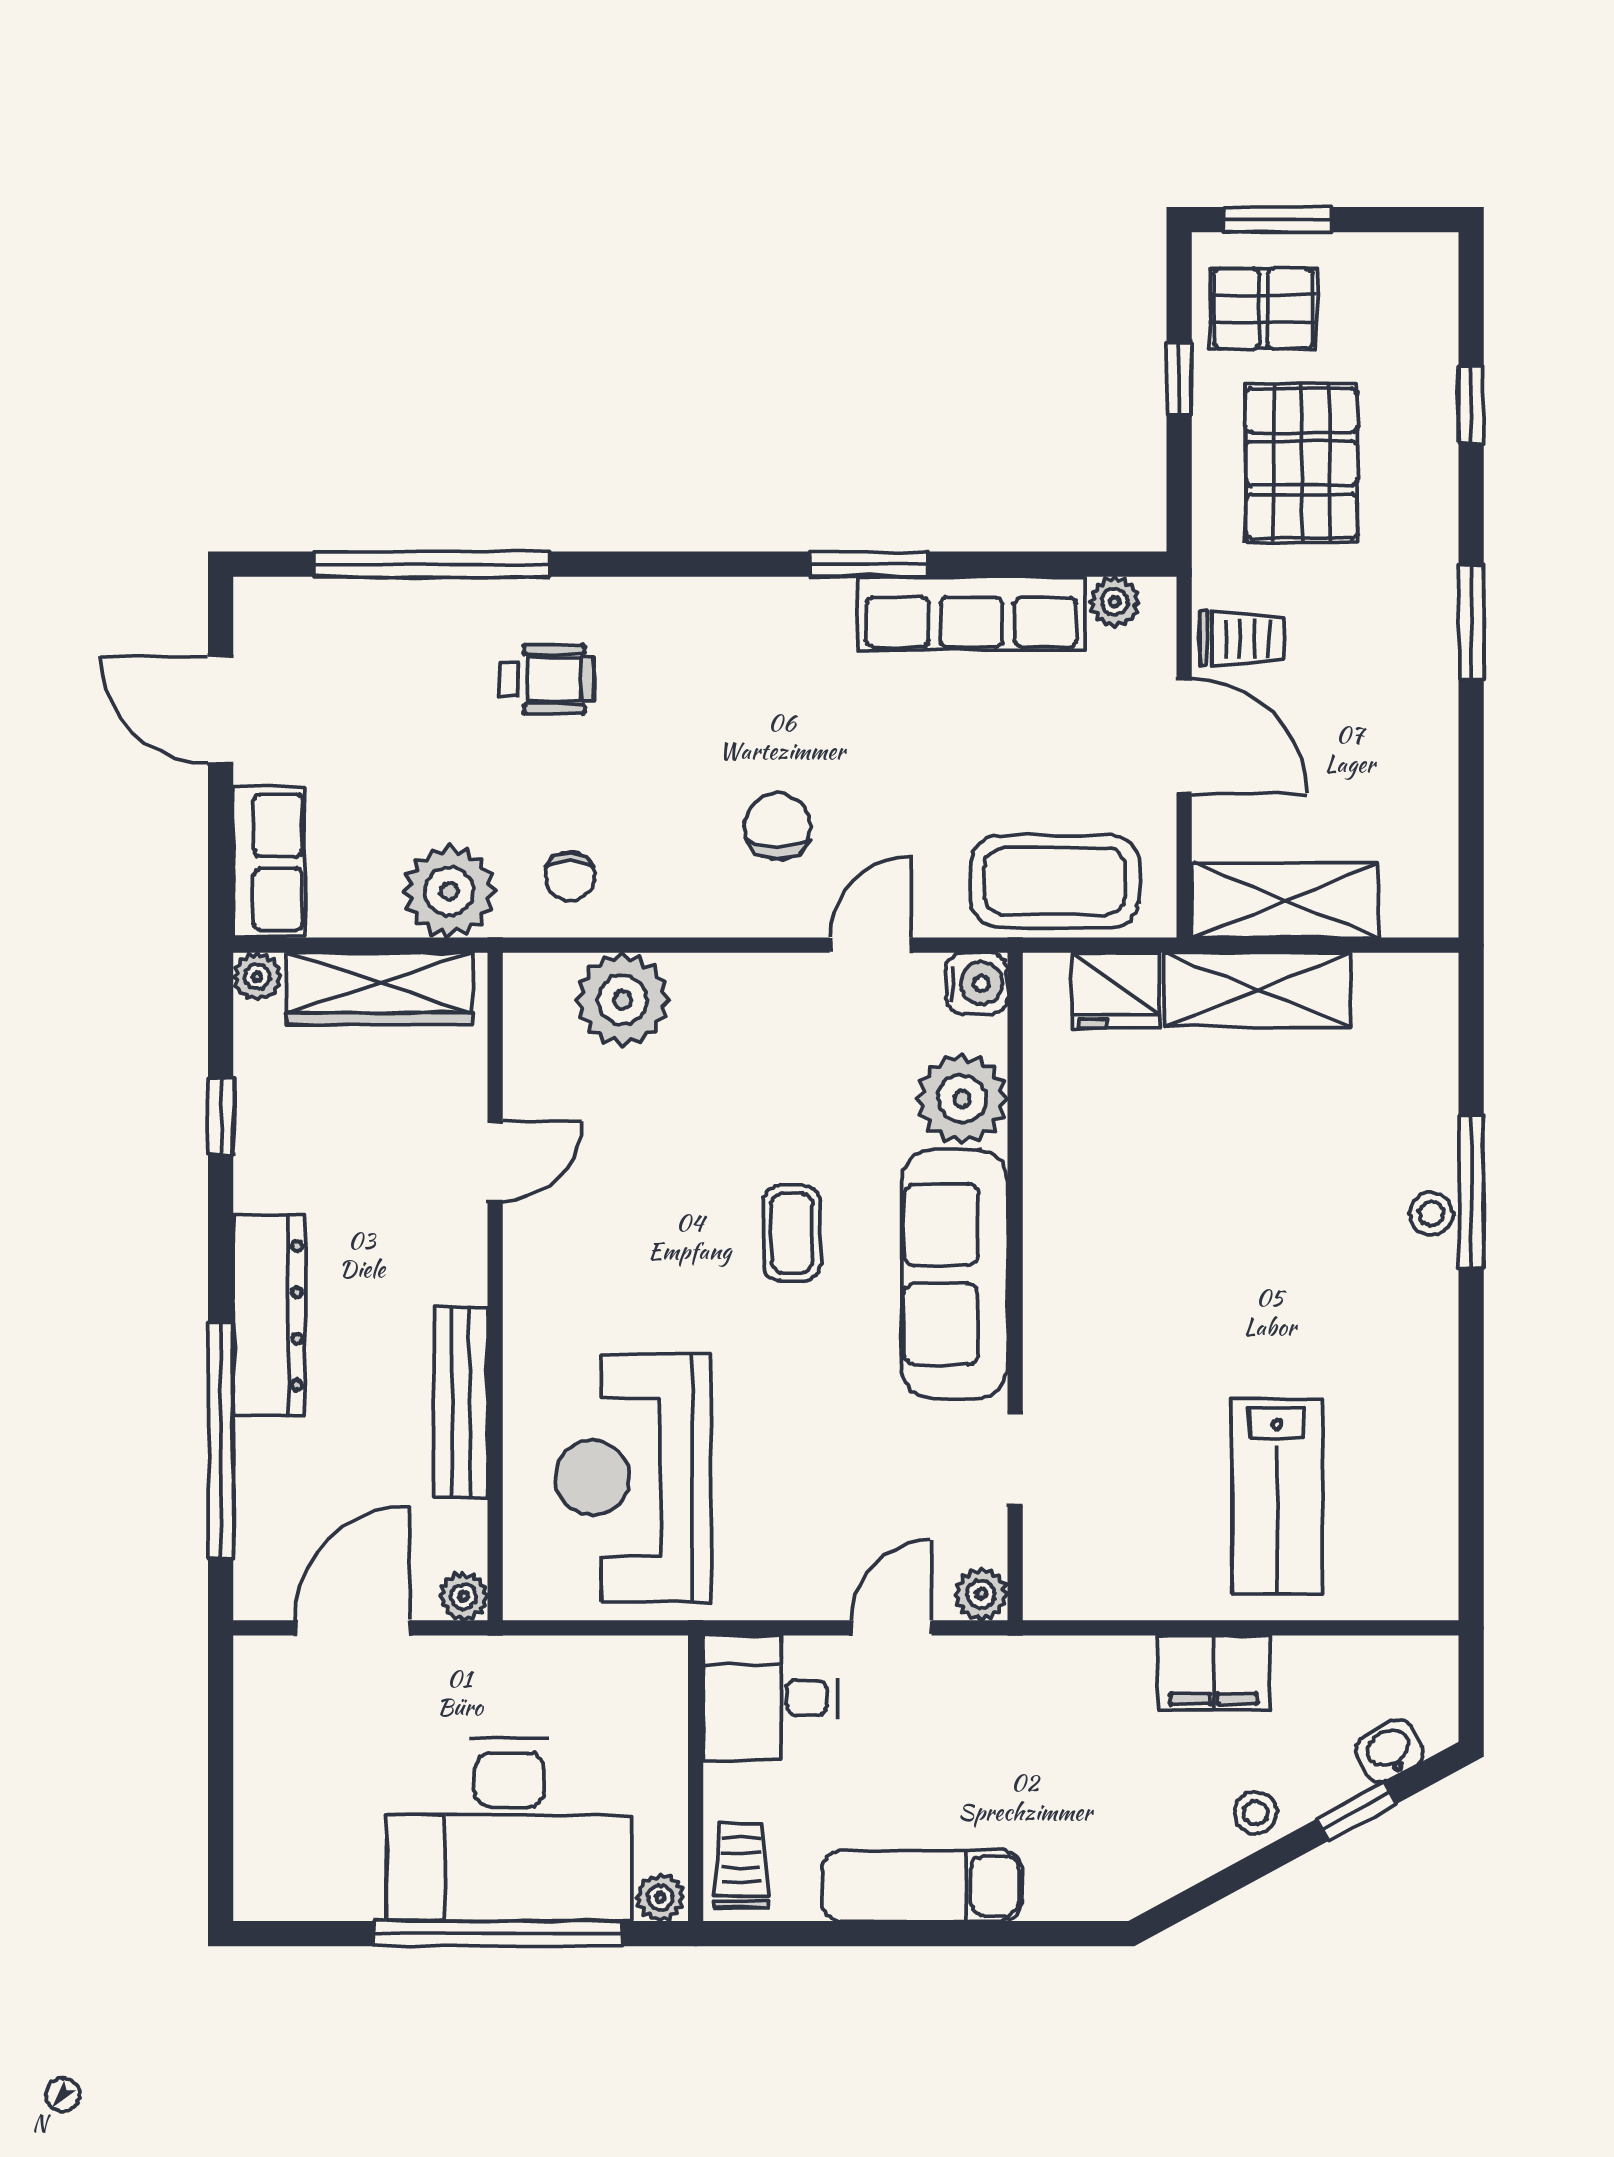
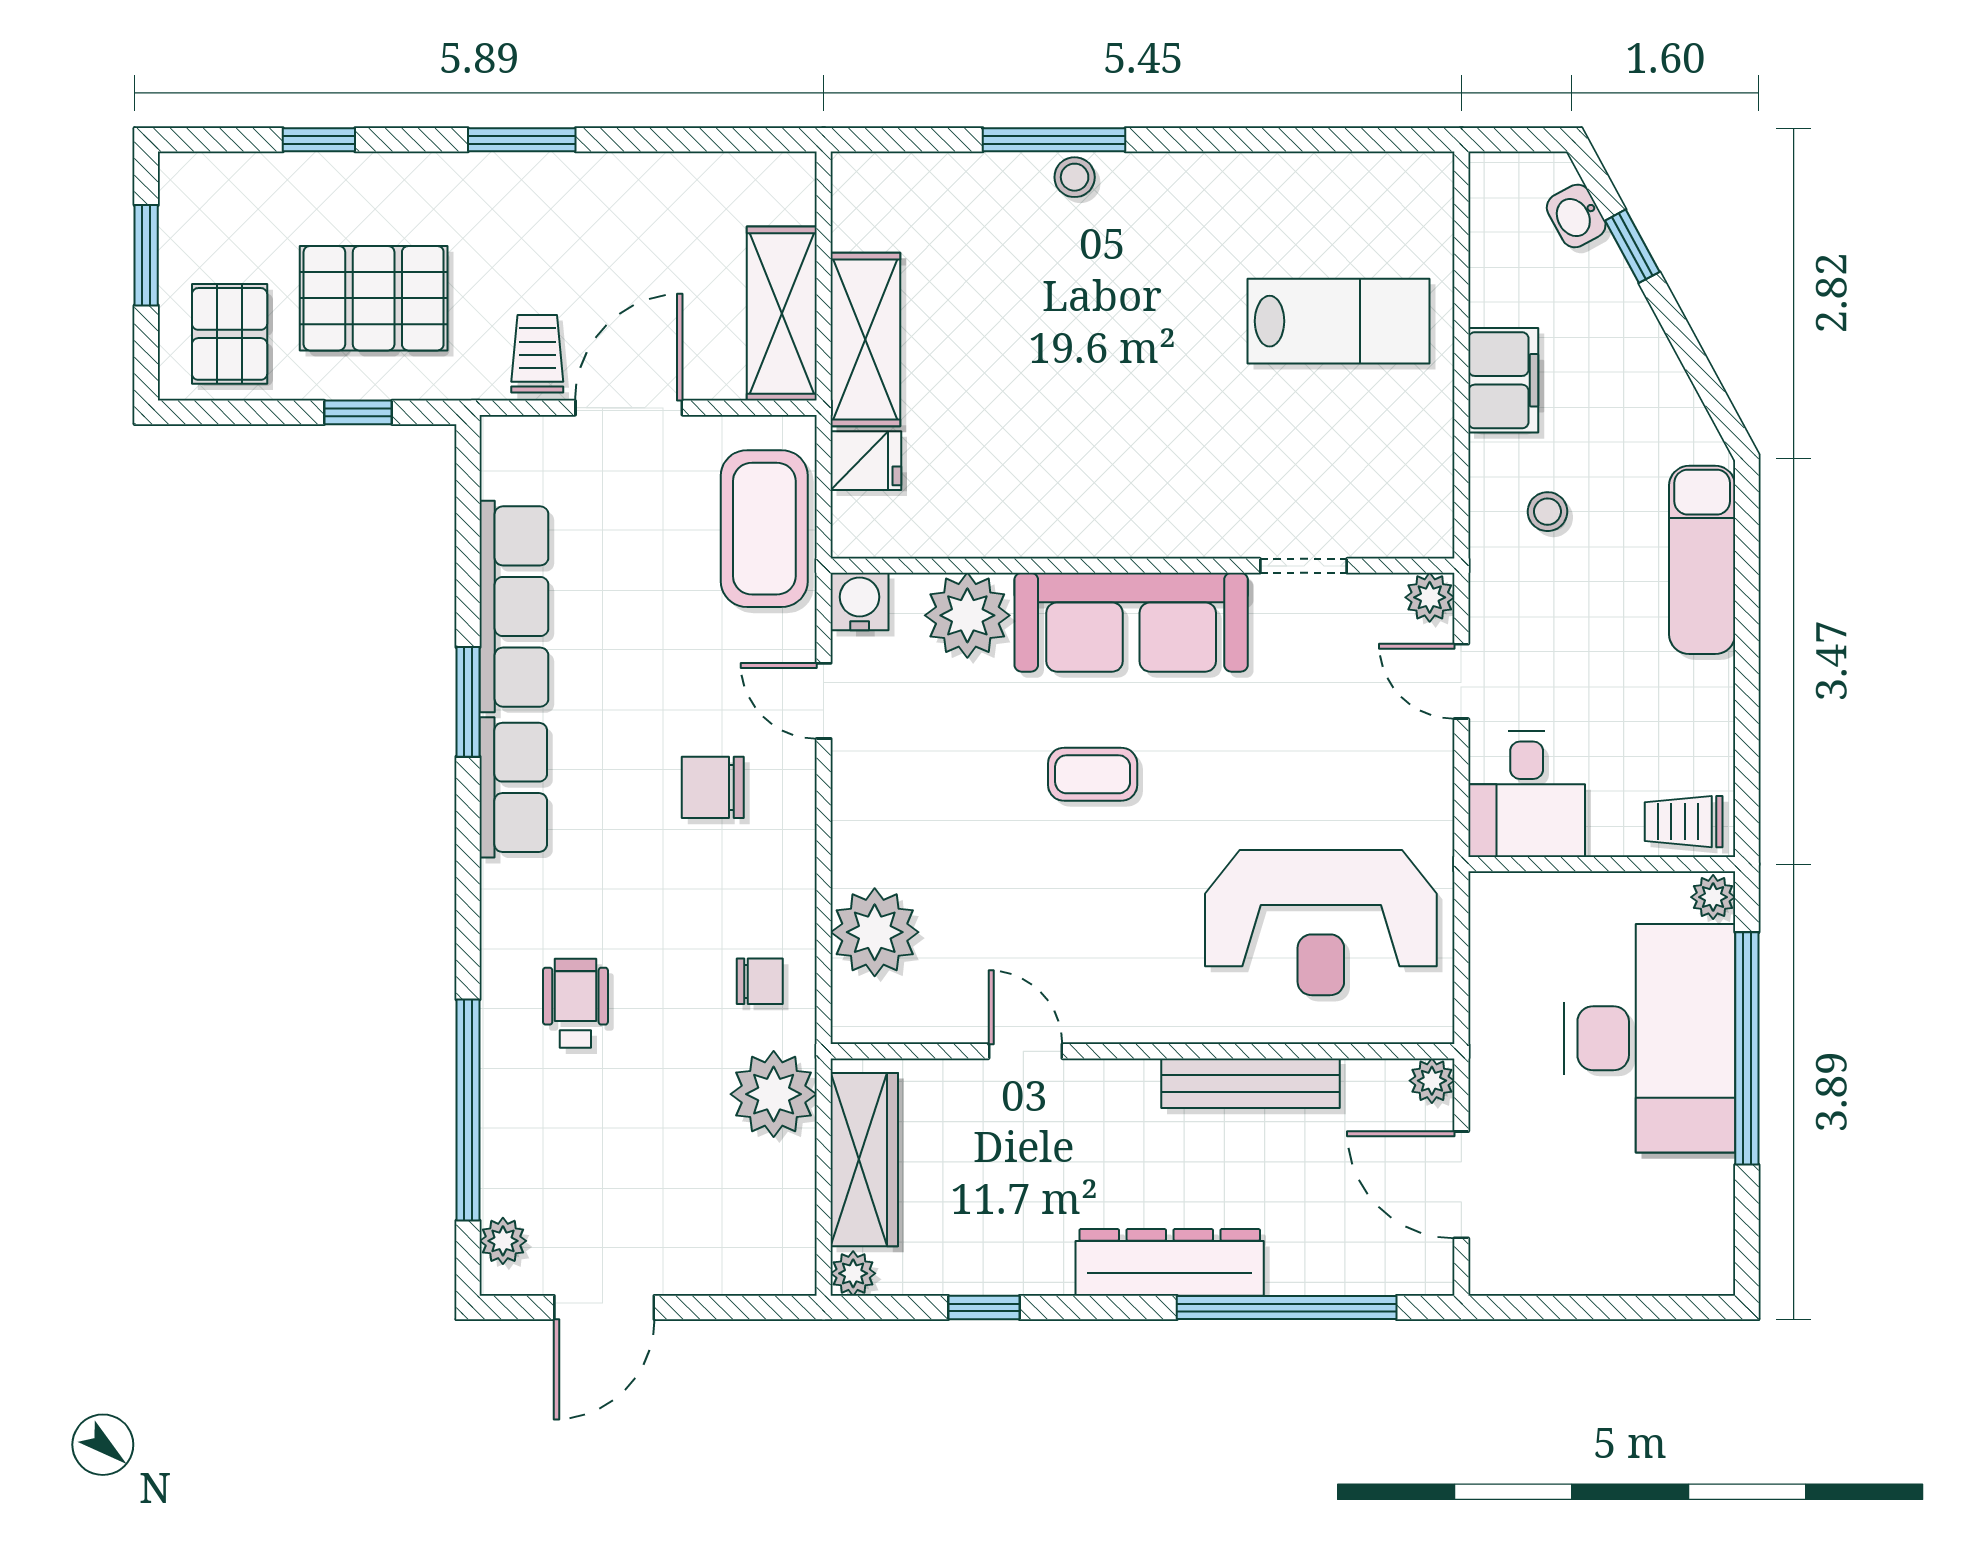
window: (1277, 220) -> (146, 255), moved
window: (1179, 379) -> (358, 412), moved
plant: (1115, 602) -> (503, 1241), moved
row of seats: (269, 862) -> (513, 787), moved, turned 90
fridge: (1115, 990) -> (866, 461), width x0.72
stool: (1255, 1813) -> (1547, 512), moved
exam couch: (922, 1886) -> (1702, 560), moved

